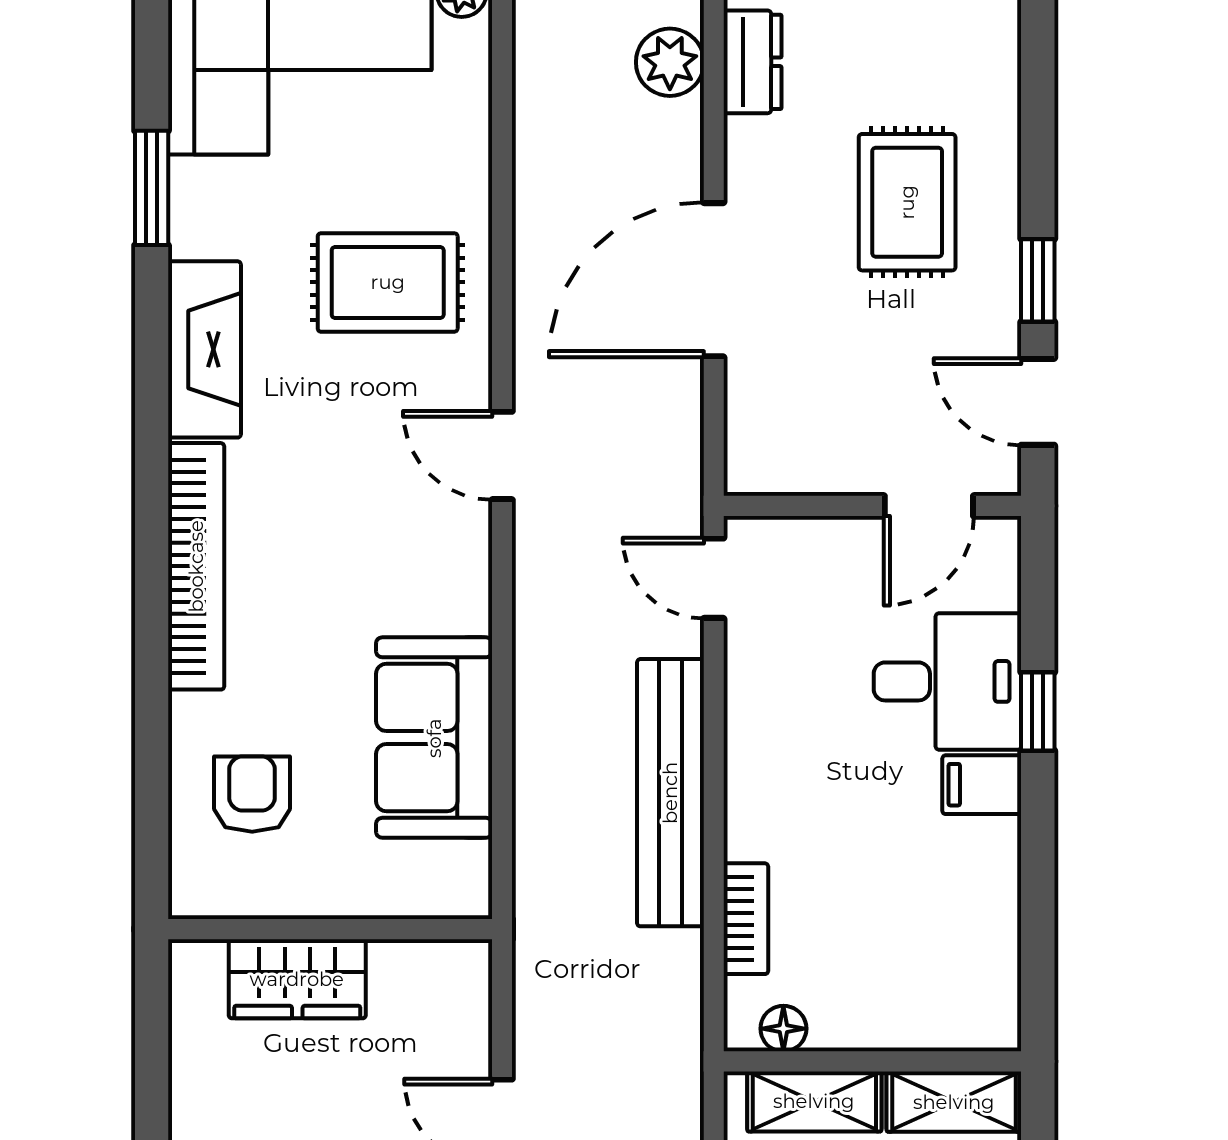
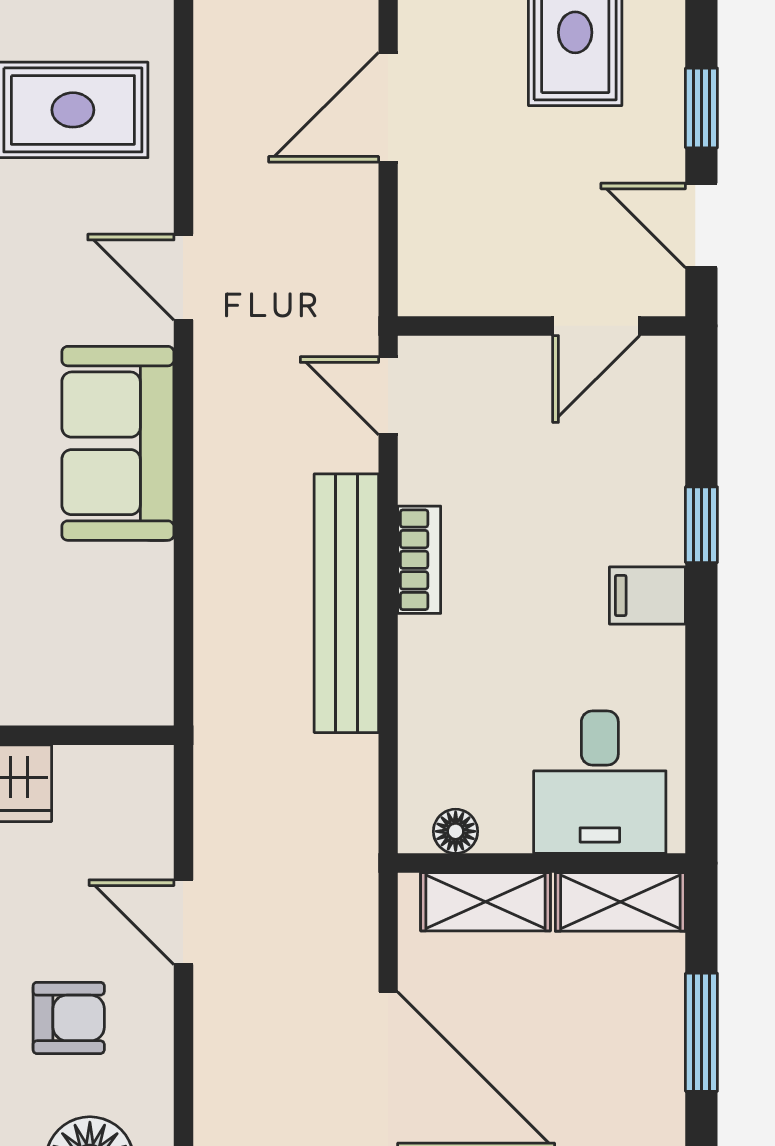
door: (714, 280) -> (388, 107), width x0.73
desk: (947, 681) -> (600, 782), moved, turned 90
sofa: (434, 738) -> (118, 443), moved
bookcase: (746, 919) -> (419, 560), moved

